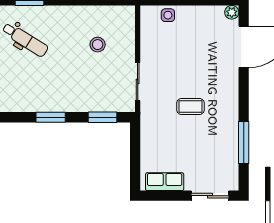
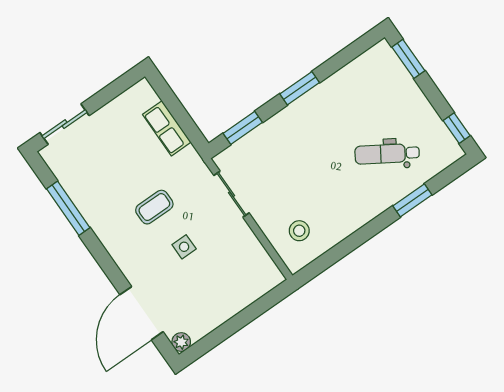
side table: (168, 15) -> (184, 247), moved
stool: (98, 45) -> (299, 231), moved
row of seats: (165, 182) -> (167, 128), moved, turned 90

